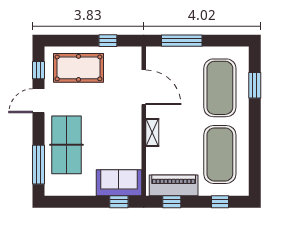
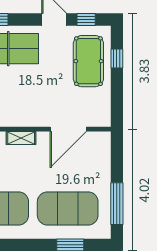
window: (108, 41) -> (117, 59), moved
window: (182, 41) -> (117, 204), moved

